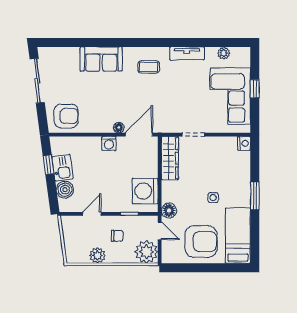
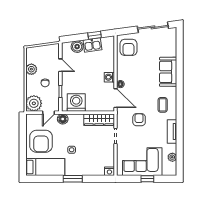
armchair: (170, 101) -> (139, 120), added

